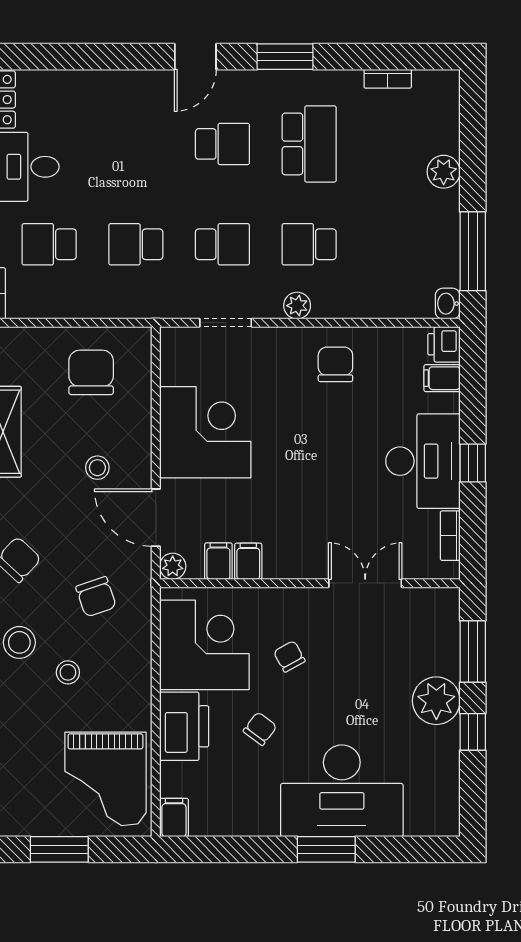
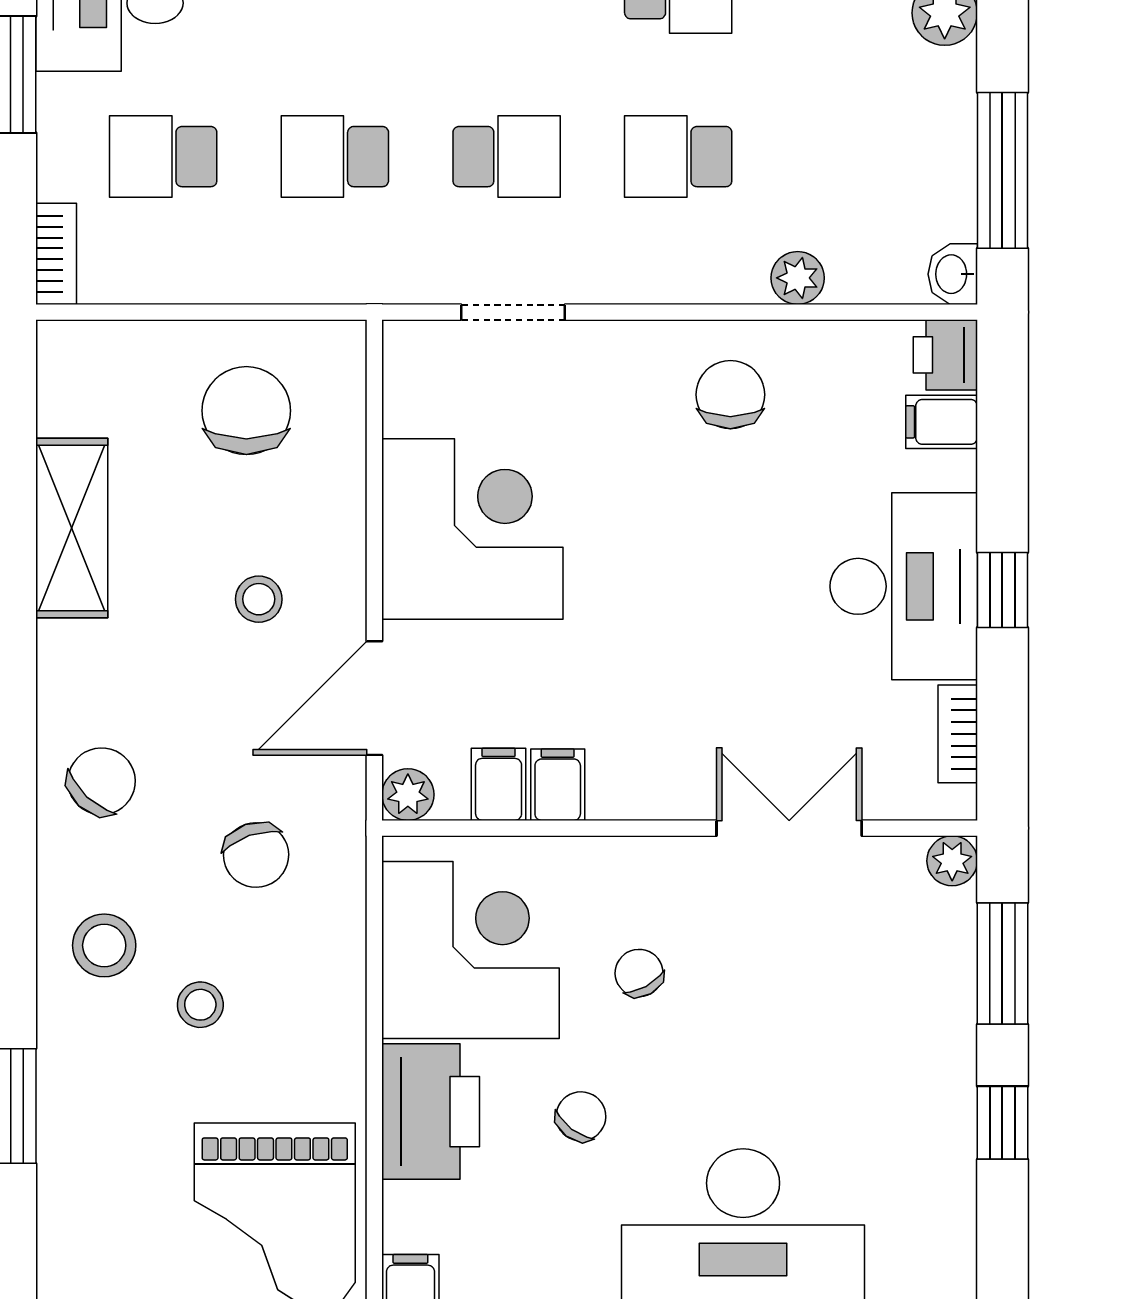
plant: (297, 306) -> (798, 278), moved
door: (156, 518) -> (374, 698), hinge flipped
plant: (436, 701) -> (952, 861), moved, width x0.53, depth x0.53

